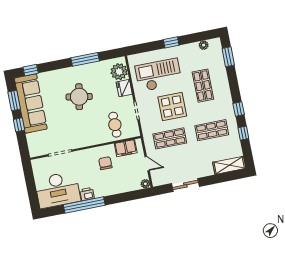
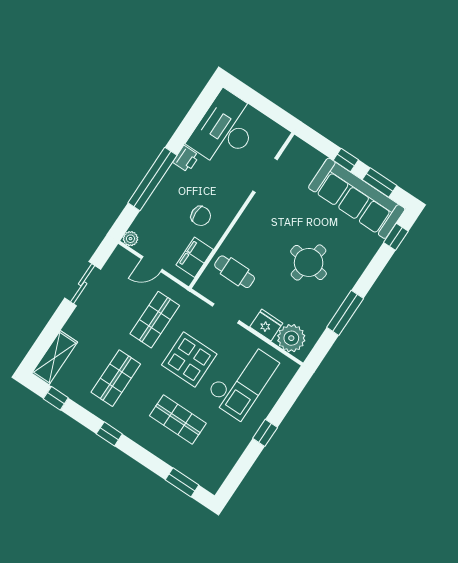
plant: (204, 45) -> (224, 467), removed
window: (243, 133) -> (56, 398), moved
window: (84, 205) -> (152, 179), moved

